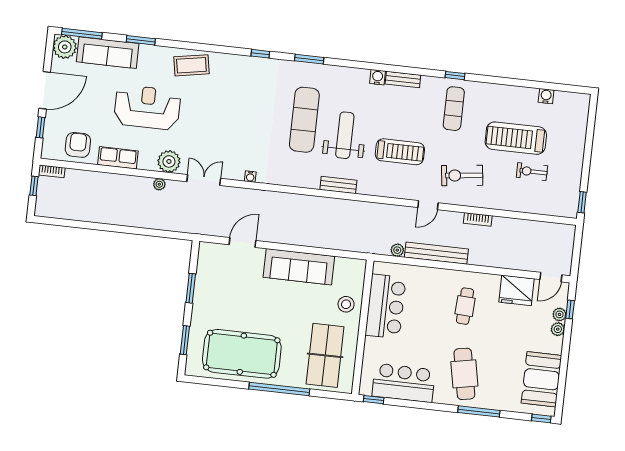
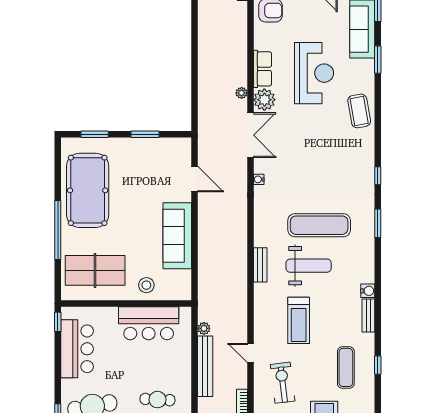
exercise mat: (454, 109) -> (346, 367), turned 90
row of seats: (118, 158) -> (262, 69), moved
double door: (204, 180) -> (250, 135), width x1.37

